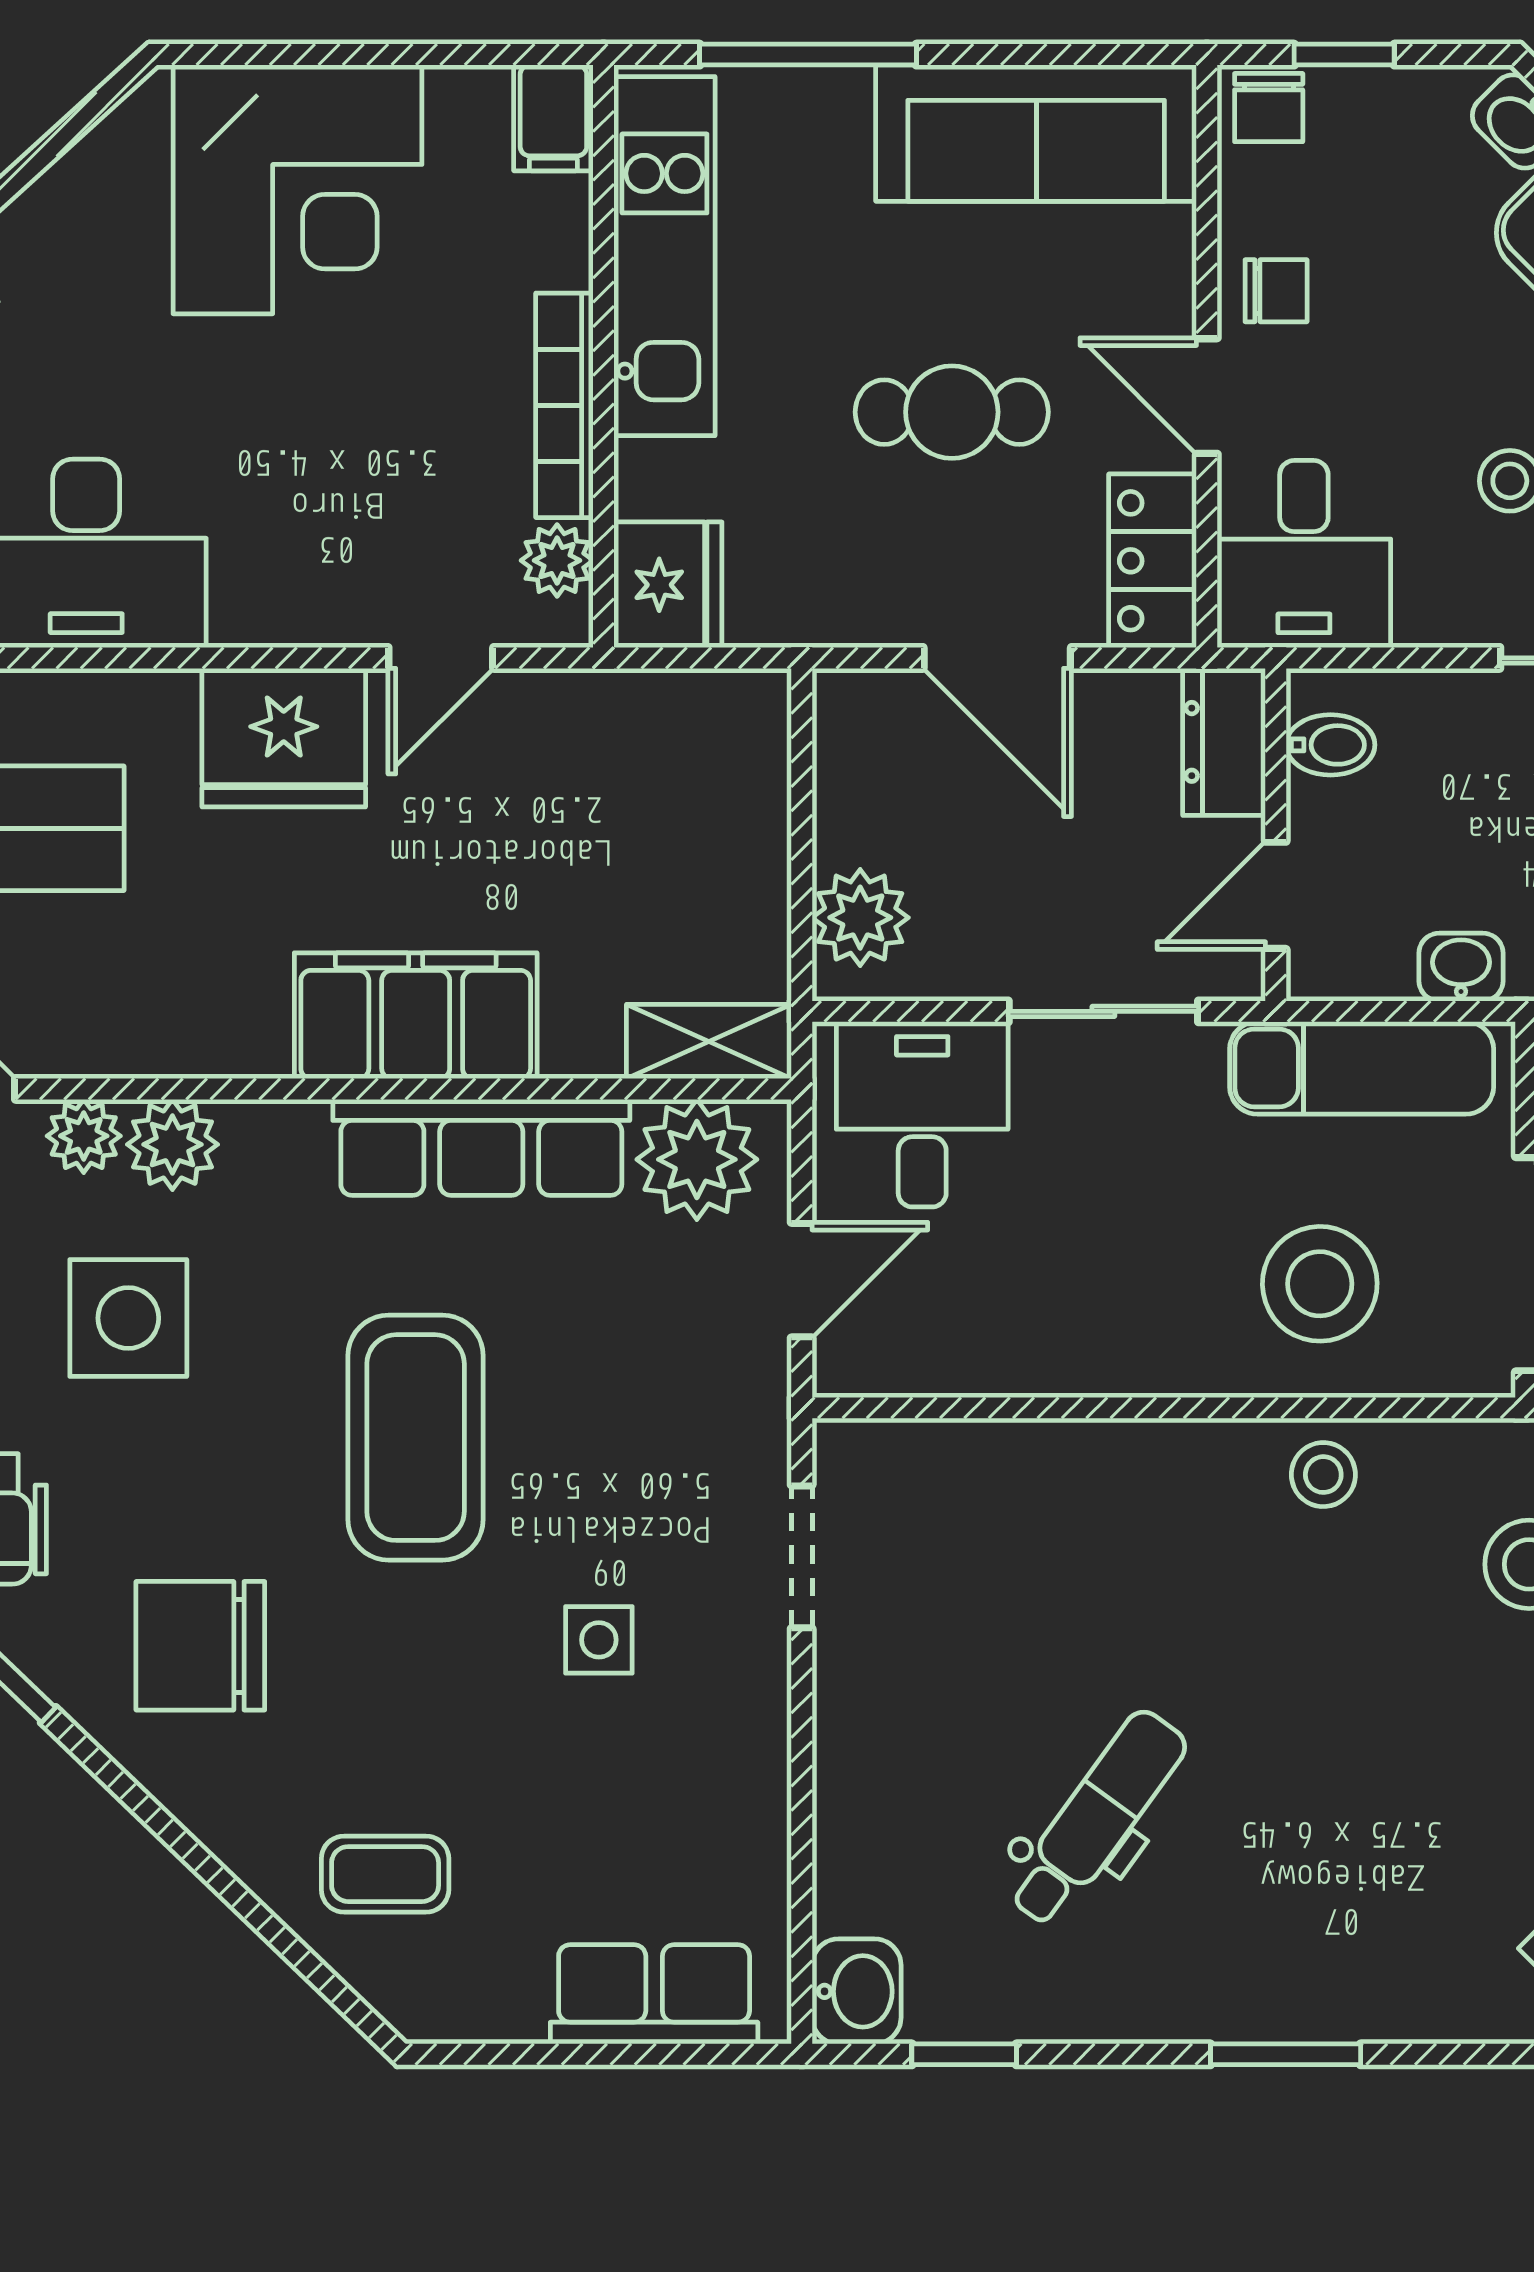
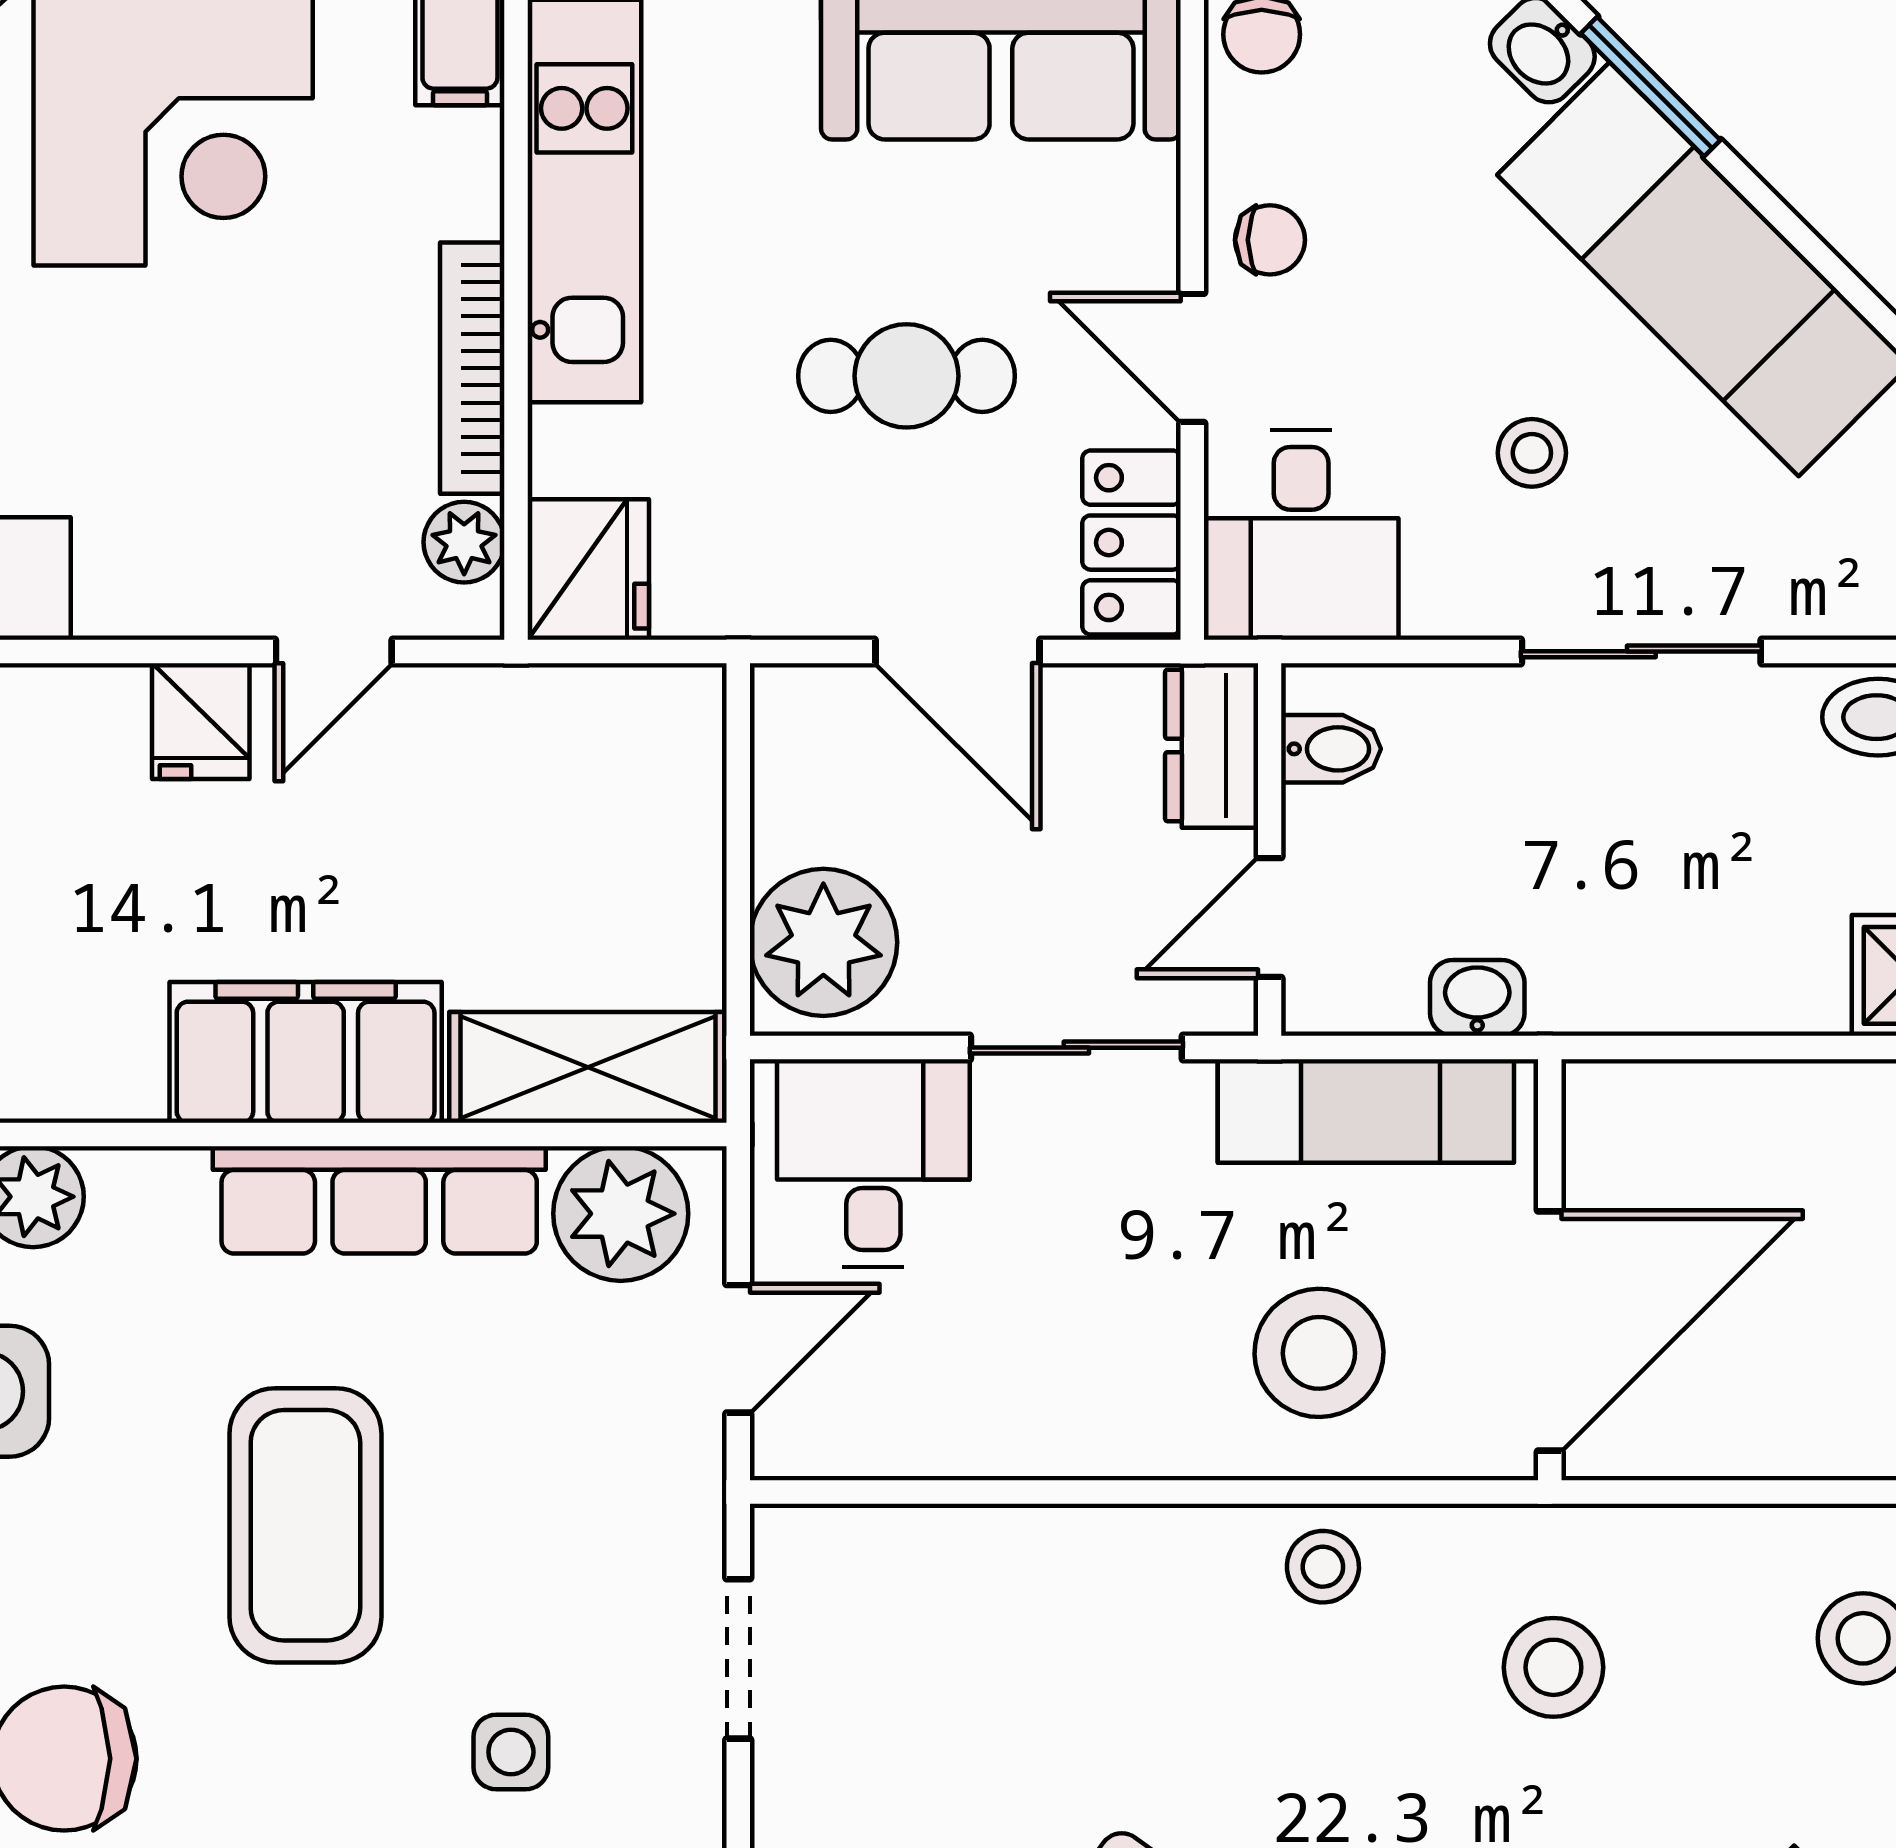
fridge: (284, 738) -> (201, 721), width x0.53, depth x0.75
plant: (860, 918) -> (823, 942), width x1.36, depth x1.36
shelving: (709, 1041) -> (588, 1067), width x1.50, depth x1.33

